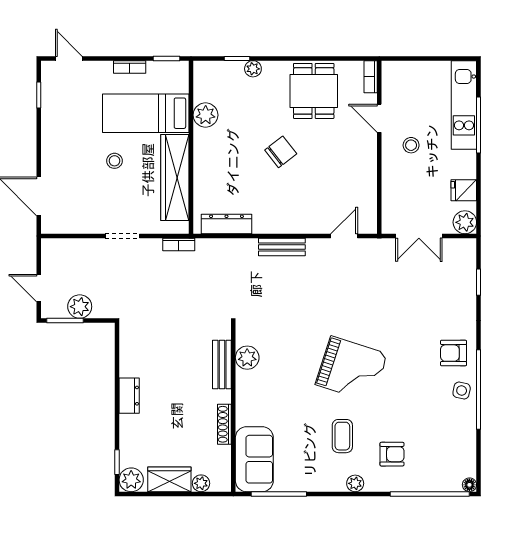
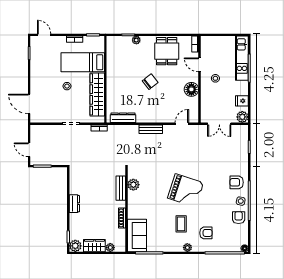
plant: (206, 115) -> (113, 63), removed
floor lamp: (363, 167) -> (191, 89), added
plant: (80, 307) -> (50, 159), removed
armchair: (457, 424) -> (239, 218), added

